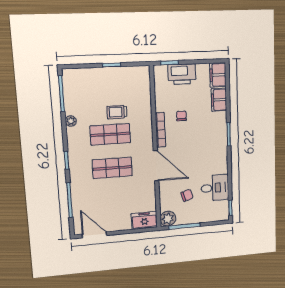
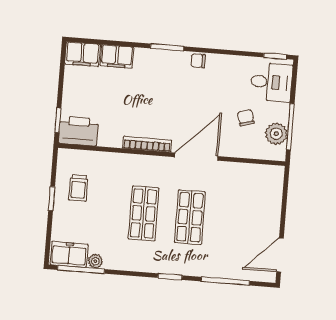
printer: (182, 74) -> (78, 131), moved, turned -90
trolley: (117, 112) -> (78, 188), moved
chair: (181, 116) -> (198, 61), moved
plant: (71, 121) -> (95, 261), moved
desk: (215, 188) -> (271, 82), moved, turned 90
plant: (168, 219) -> (276, 134), moved
freezer: (144, 220) -> (69, 254), moved, turned 90

